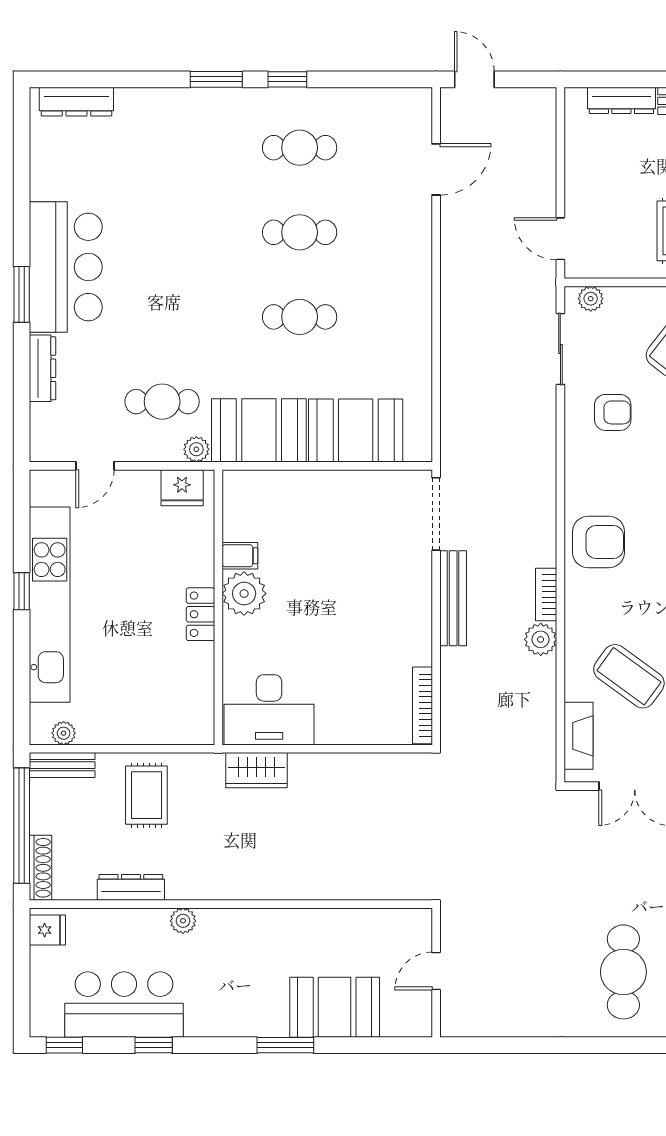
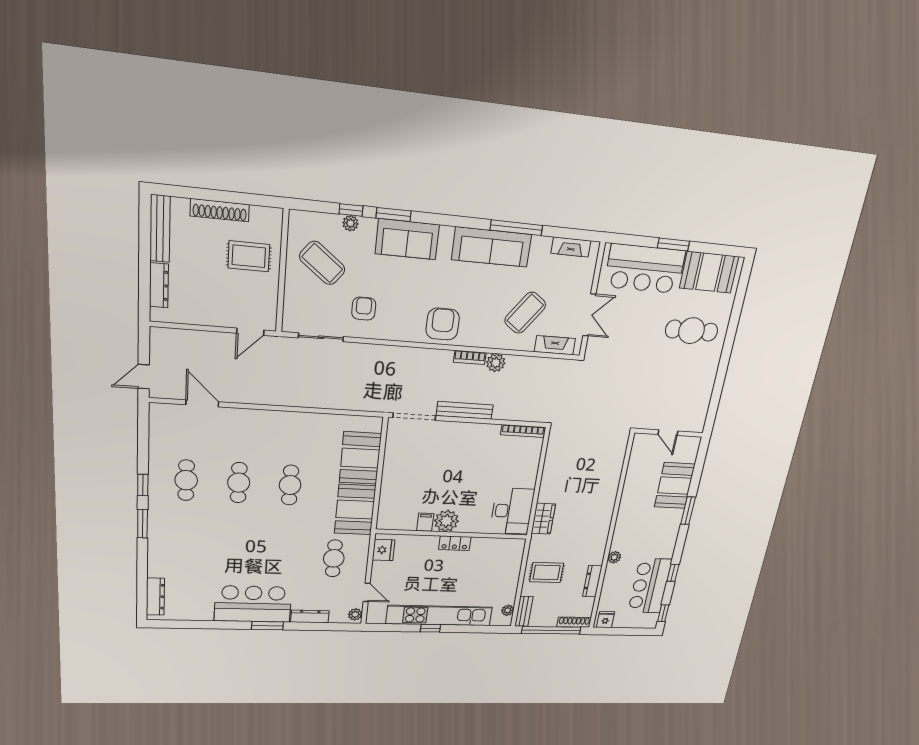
plant: (591, 299) -> (290, 316), removed
plant: (196, 449) -> (355, 614), moved

